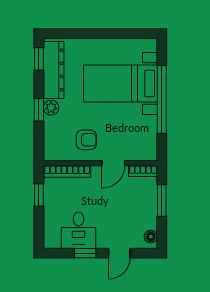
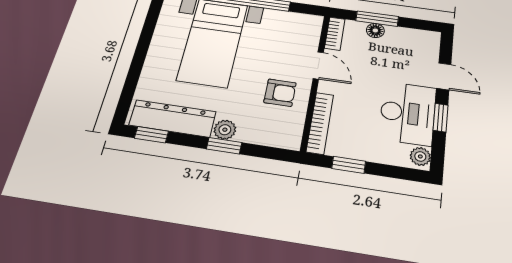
armchair: (86, 140) -> (280, 93), turned 90
desk: (79, 230) -> (408, 113), width x1.37
floor lamp: (151, 237) -> (375, 30), moved
plant: (53, 242) -> (420, 156), added

